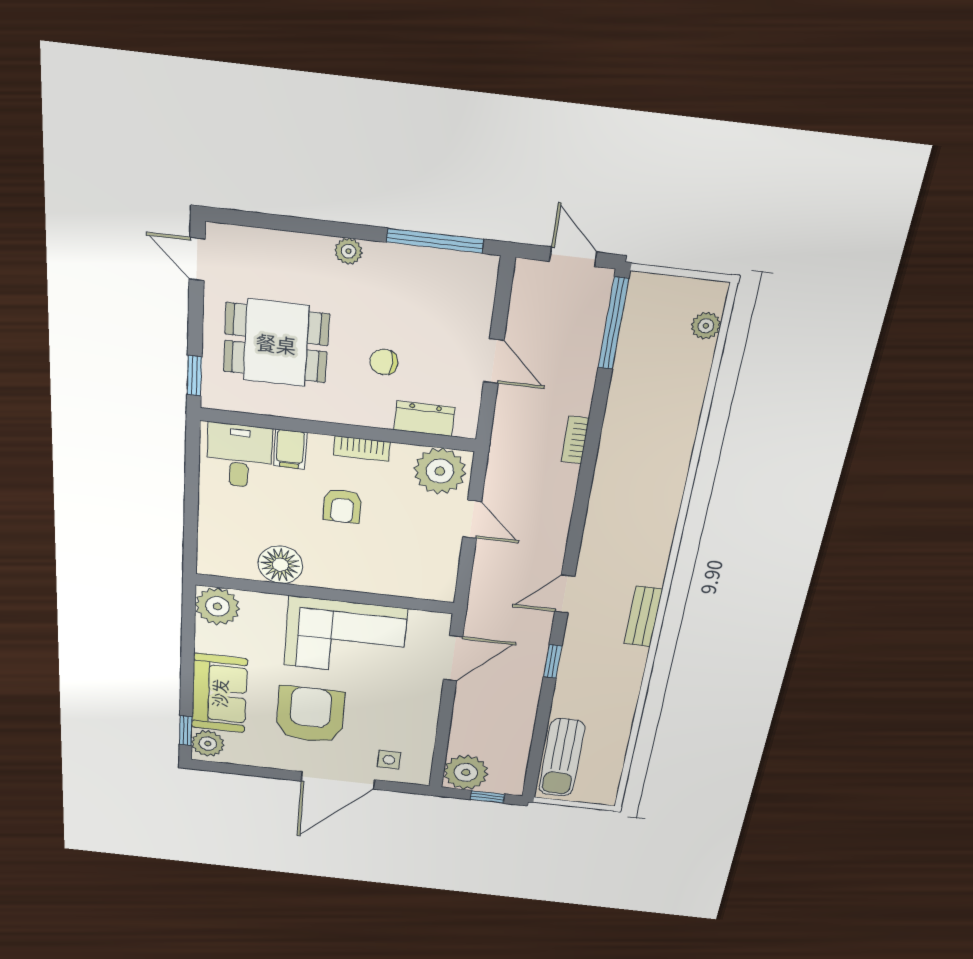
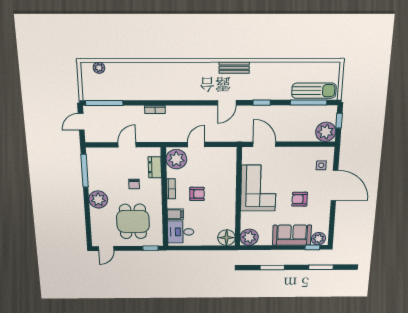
plant: (348, 251) -> (98, 199), width x1.87, depth x1.87
floor lamp: (280, 565) -> (226, 238), moved
door: (565, 594) -> (227, 103), hinge flipped
armchair: (310, 715) -> (300, 199), width x0.53, depth x0.53
window: (537, 747) -> (309, 103), added

